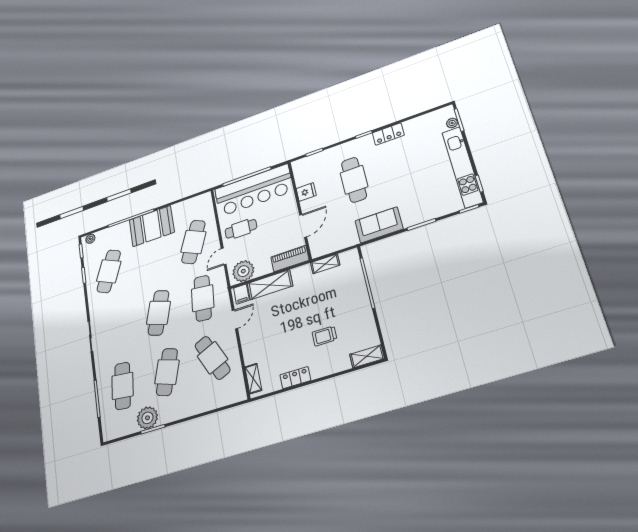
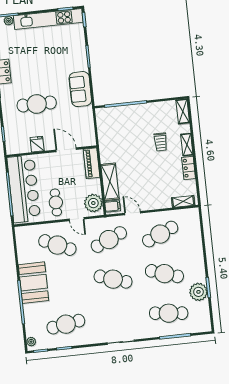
shelving: (325, 264) -> (187, 145), moved
cafe table: (109, 271) -> (66, 324), turned -33
cafe table: (203, 298) -> (109, 240), turned -30

